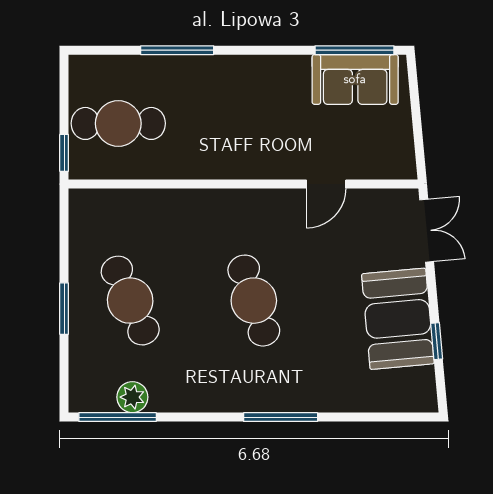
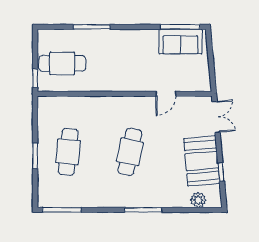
cafe table: (130, 301) -> (68, 152), turned 30
cafe table: (254, 301) -> (130, 152), turned 30
plant: (132, 397) -> (198, 200), moved

